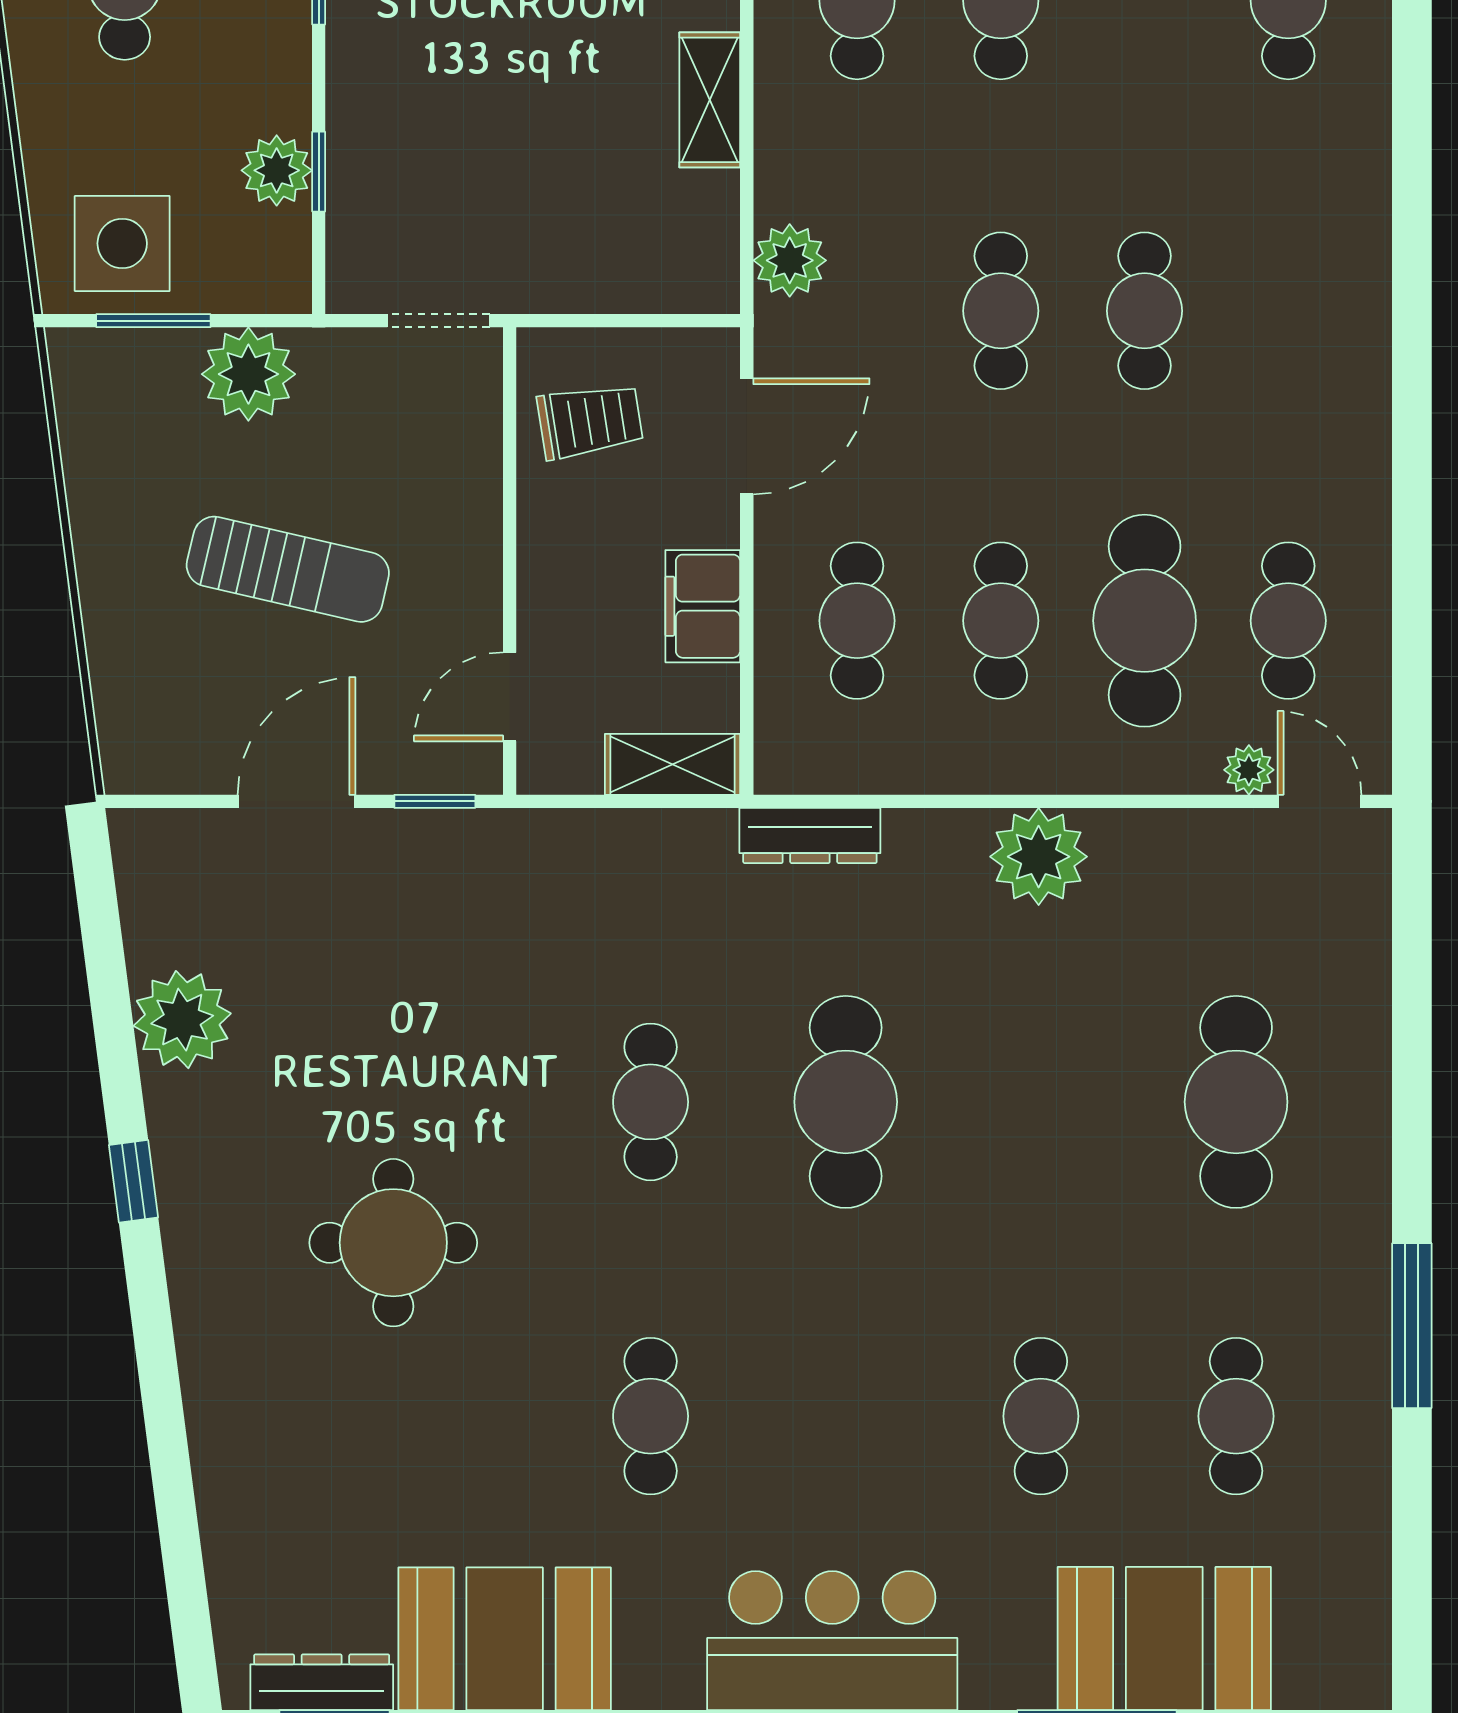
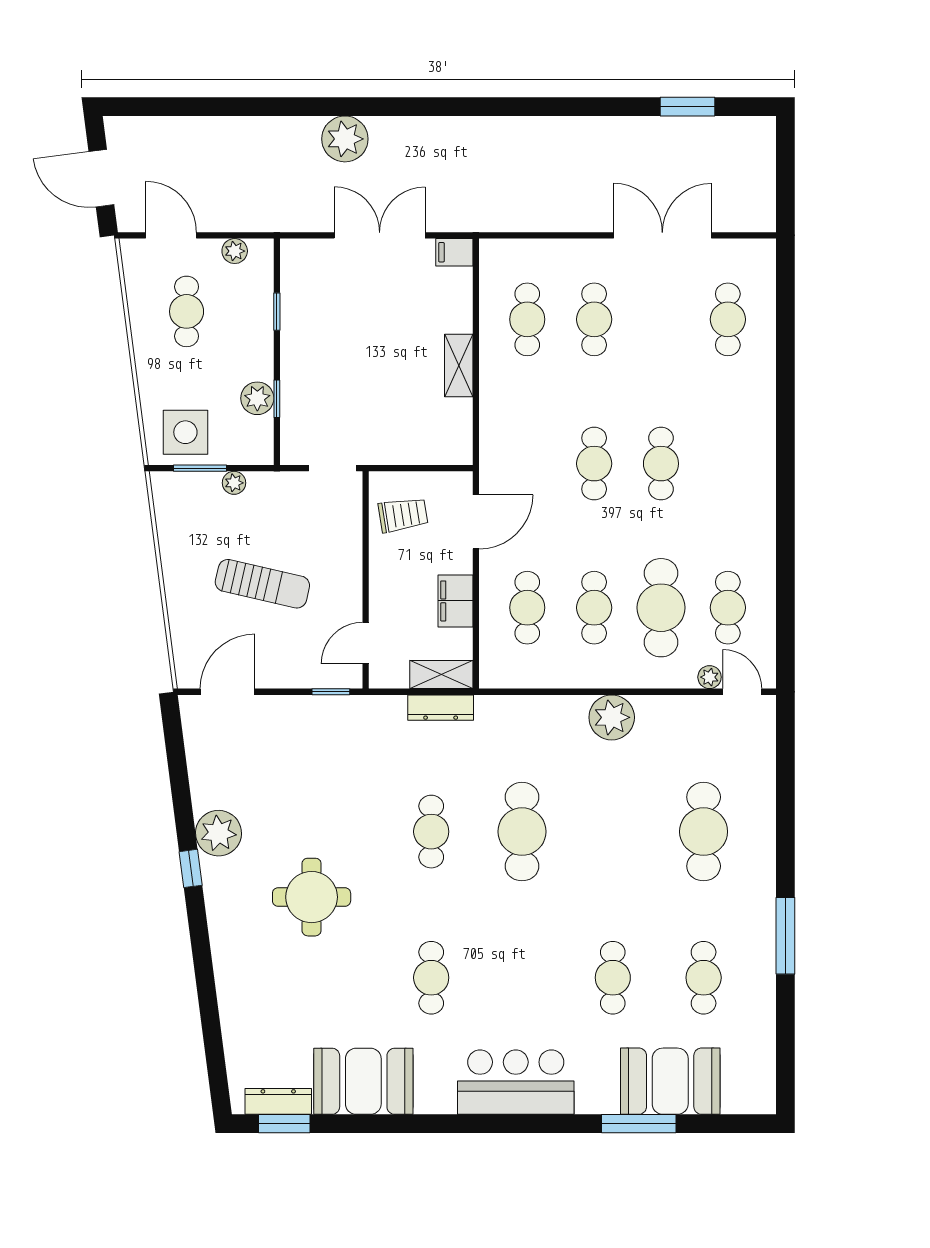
plant: (790, 260) -> (496, 440), removed
plant: (248, 374) -> (234, 483), width x0.53, depth x0.53
door: (296, 801) -> (228, 692), moved
dresser: (810, 836) -> (441, 708), moved
plant: (182, 1020) -> (218, 833), moved

